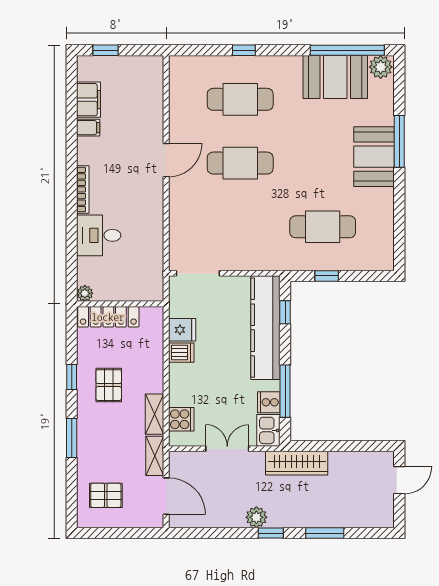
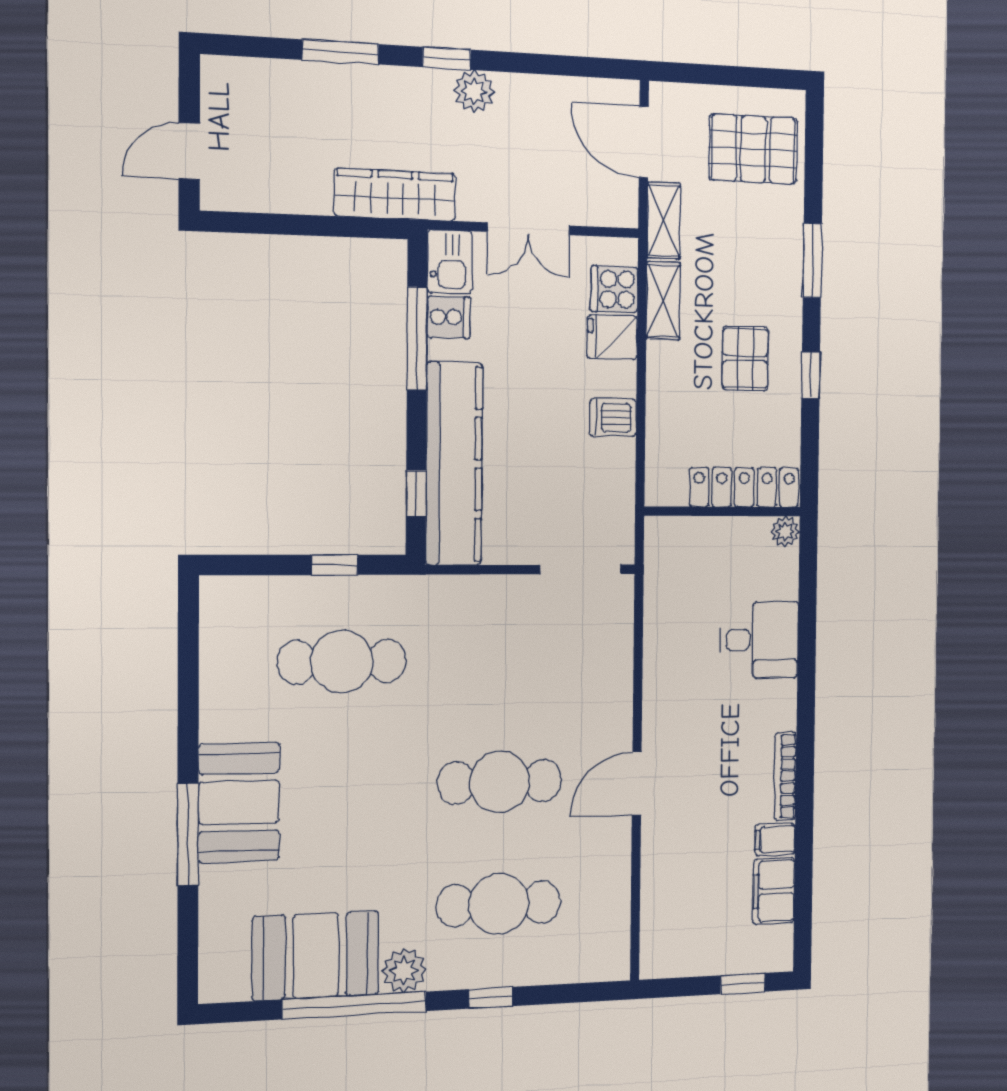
window: (347, 50) -> (355, 1005), moved
plant: (381, 67) -> (404, 970), moved
bookcase: (83, 189) -> (785, 776), moved
fridge: (182, 330) -> (612, 337), moved
pallet: (106, 495) -> (753, 149), width x1.50, depth x1.42

